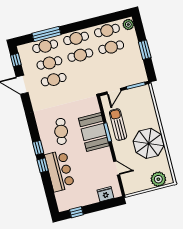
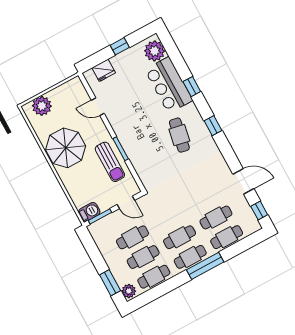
window: (47, 34) -> (205, 266), moved
window: (145, 50) -> (110, 283), moved
cafe table: (54, 80) -> (132, 237), moved
door: (114, 91) -> (126, 202), swing flipped
barbecue: (143, 91) -> (89, 212), added
booth: (94, 132) -> (138, 145), removed
window: (38, 148) -> (213, 126), moved
plant: (64, 199) -> (155, 51), added
window: (76, 212) -> (120, 46), moved

